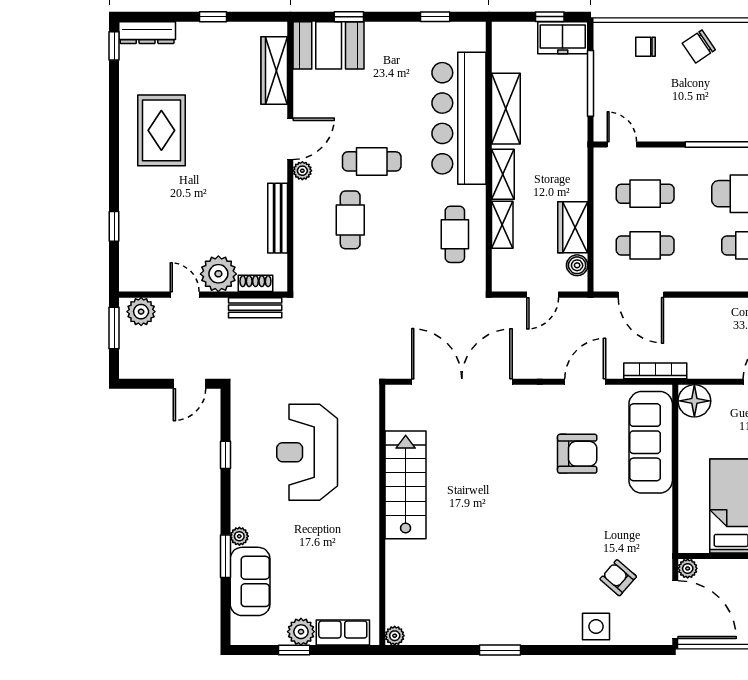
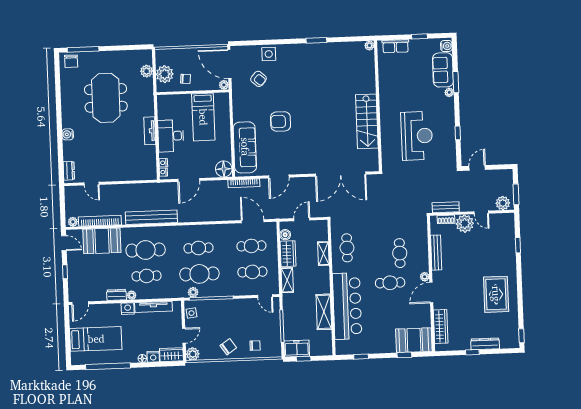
dresser: (147, 33) -> (485, 344), moved
shelving: (503, 174) -> (287, 280), moved
armchair: (577, 454) -> (281, 121), moved
water cooler: (241, 629) -> (446, 46), added
plant: (301, 632) -> (416, 46), removed

